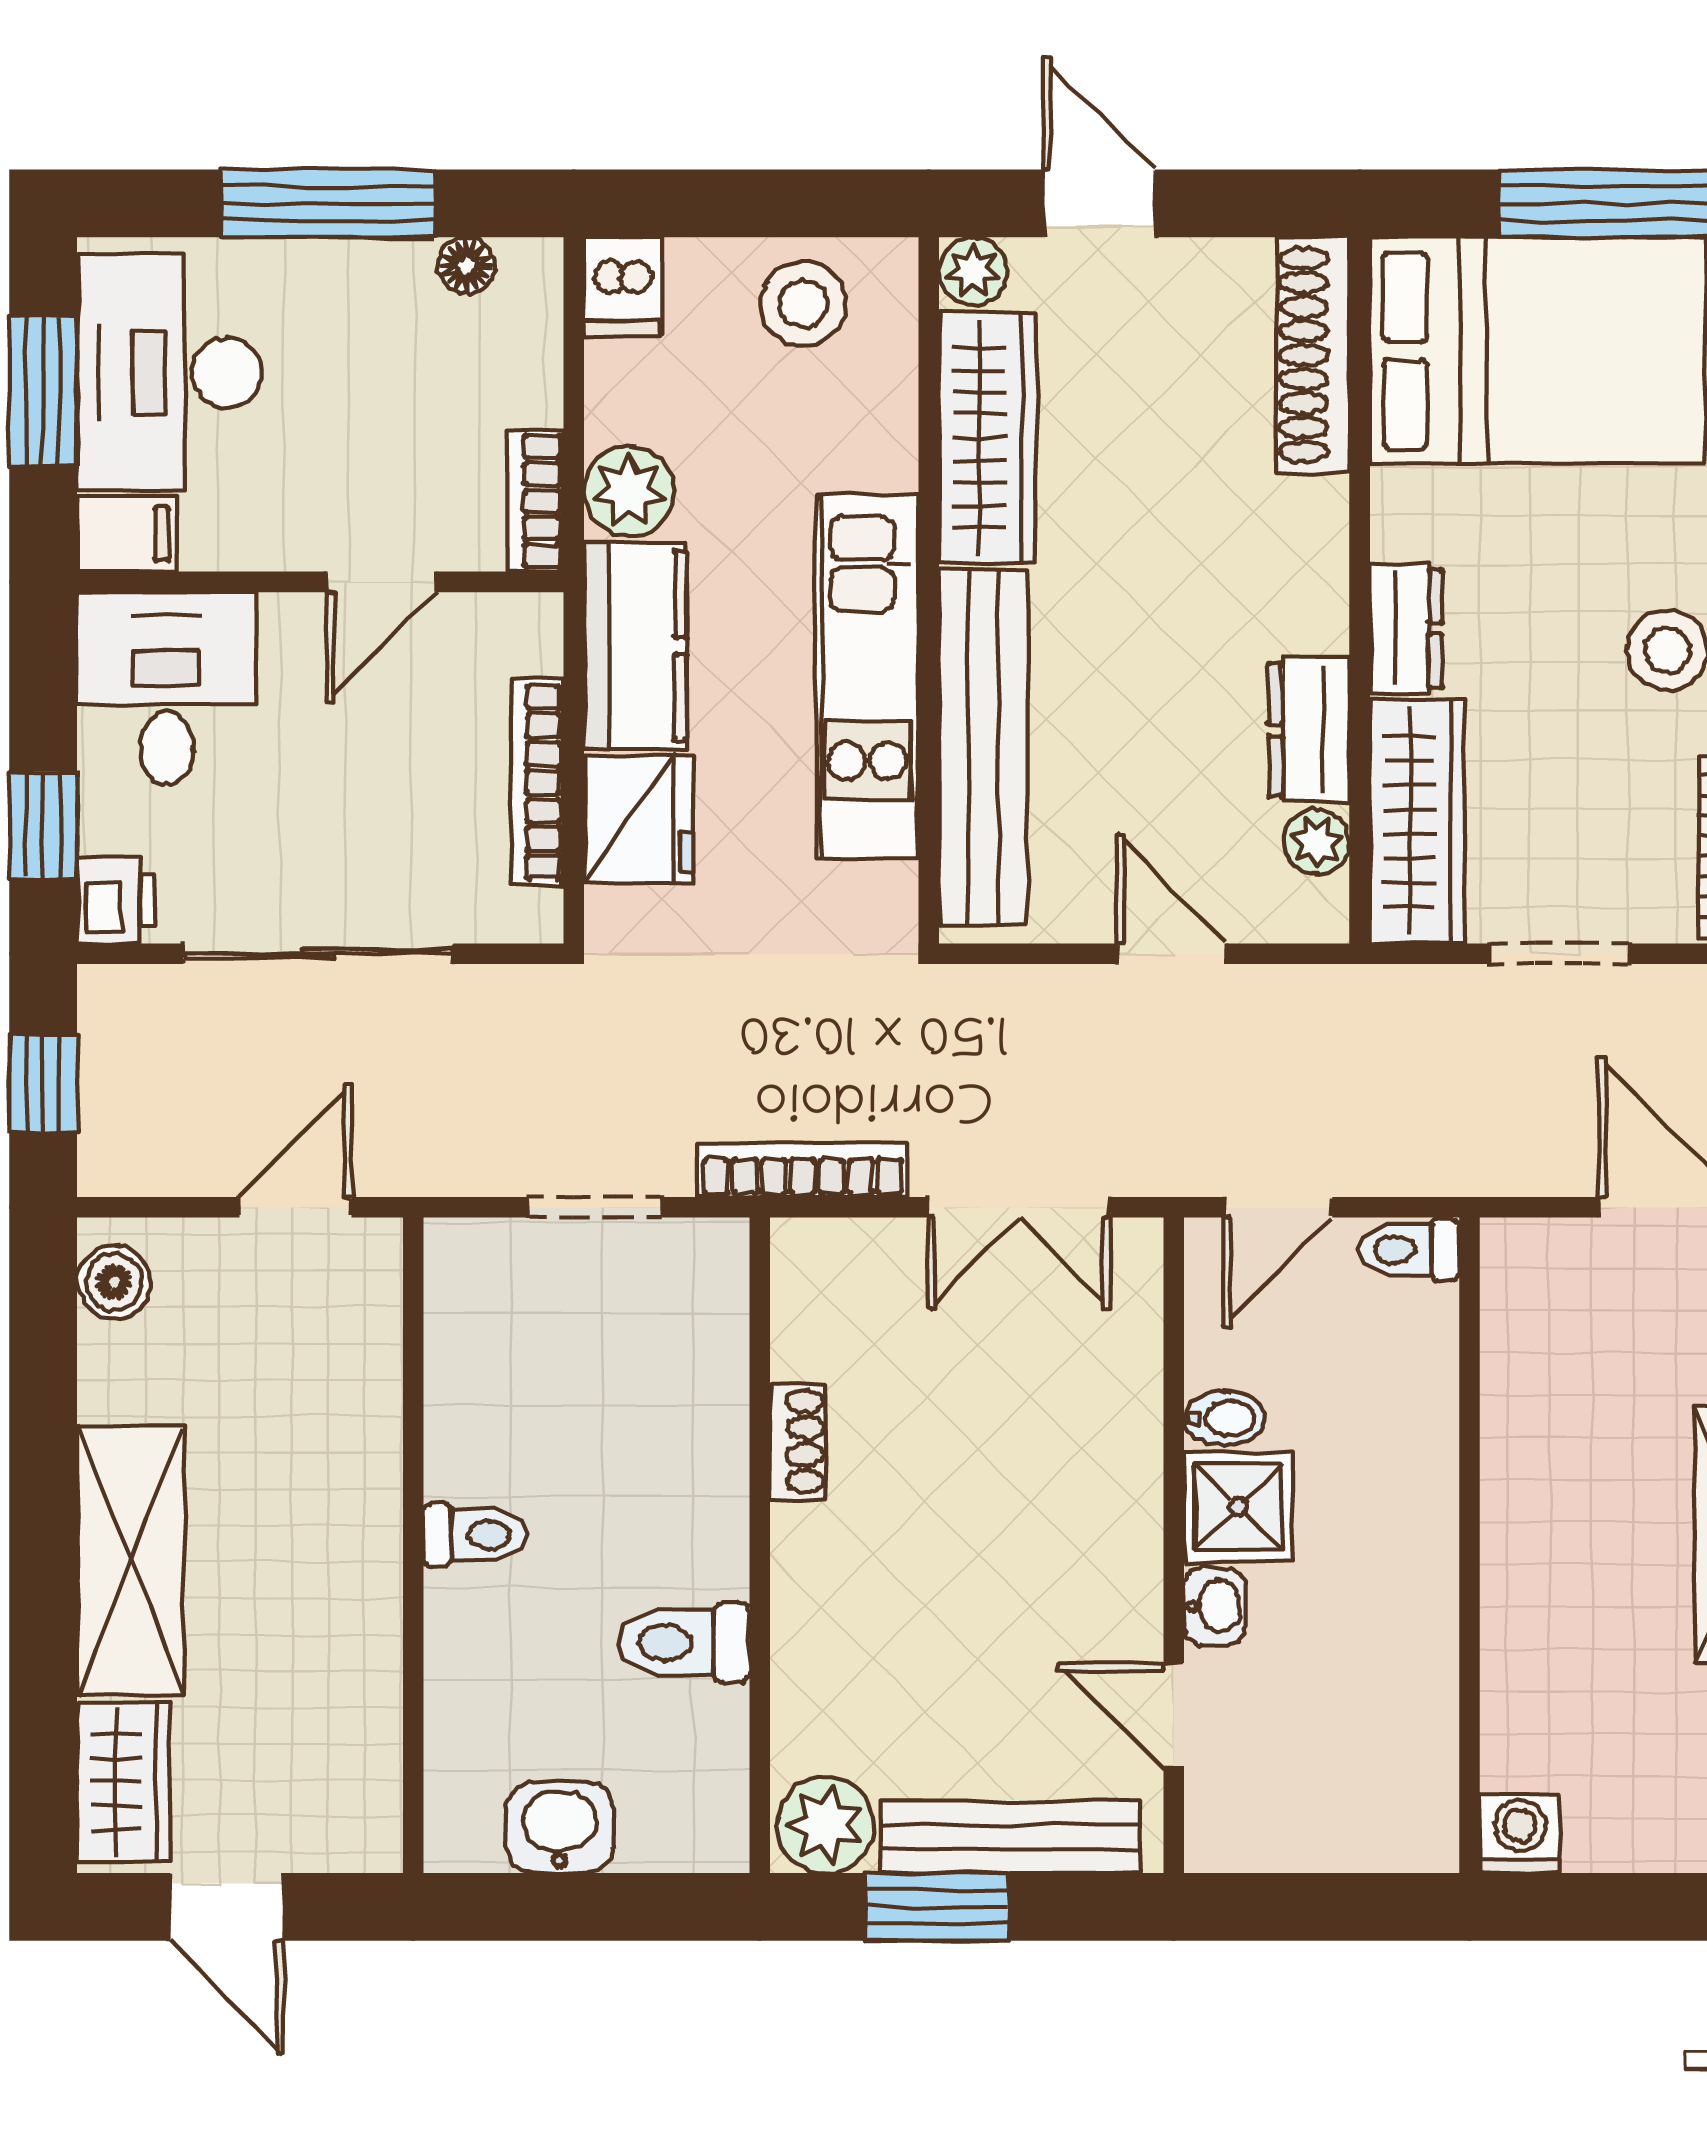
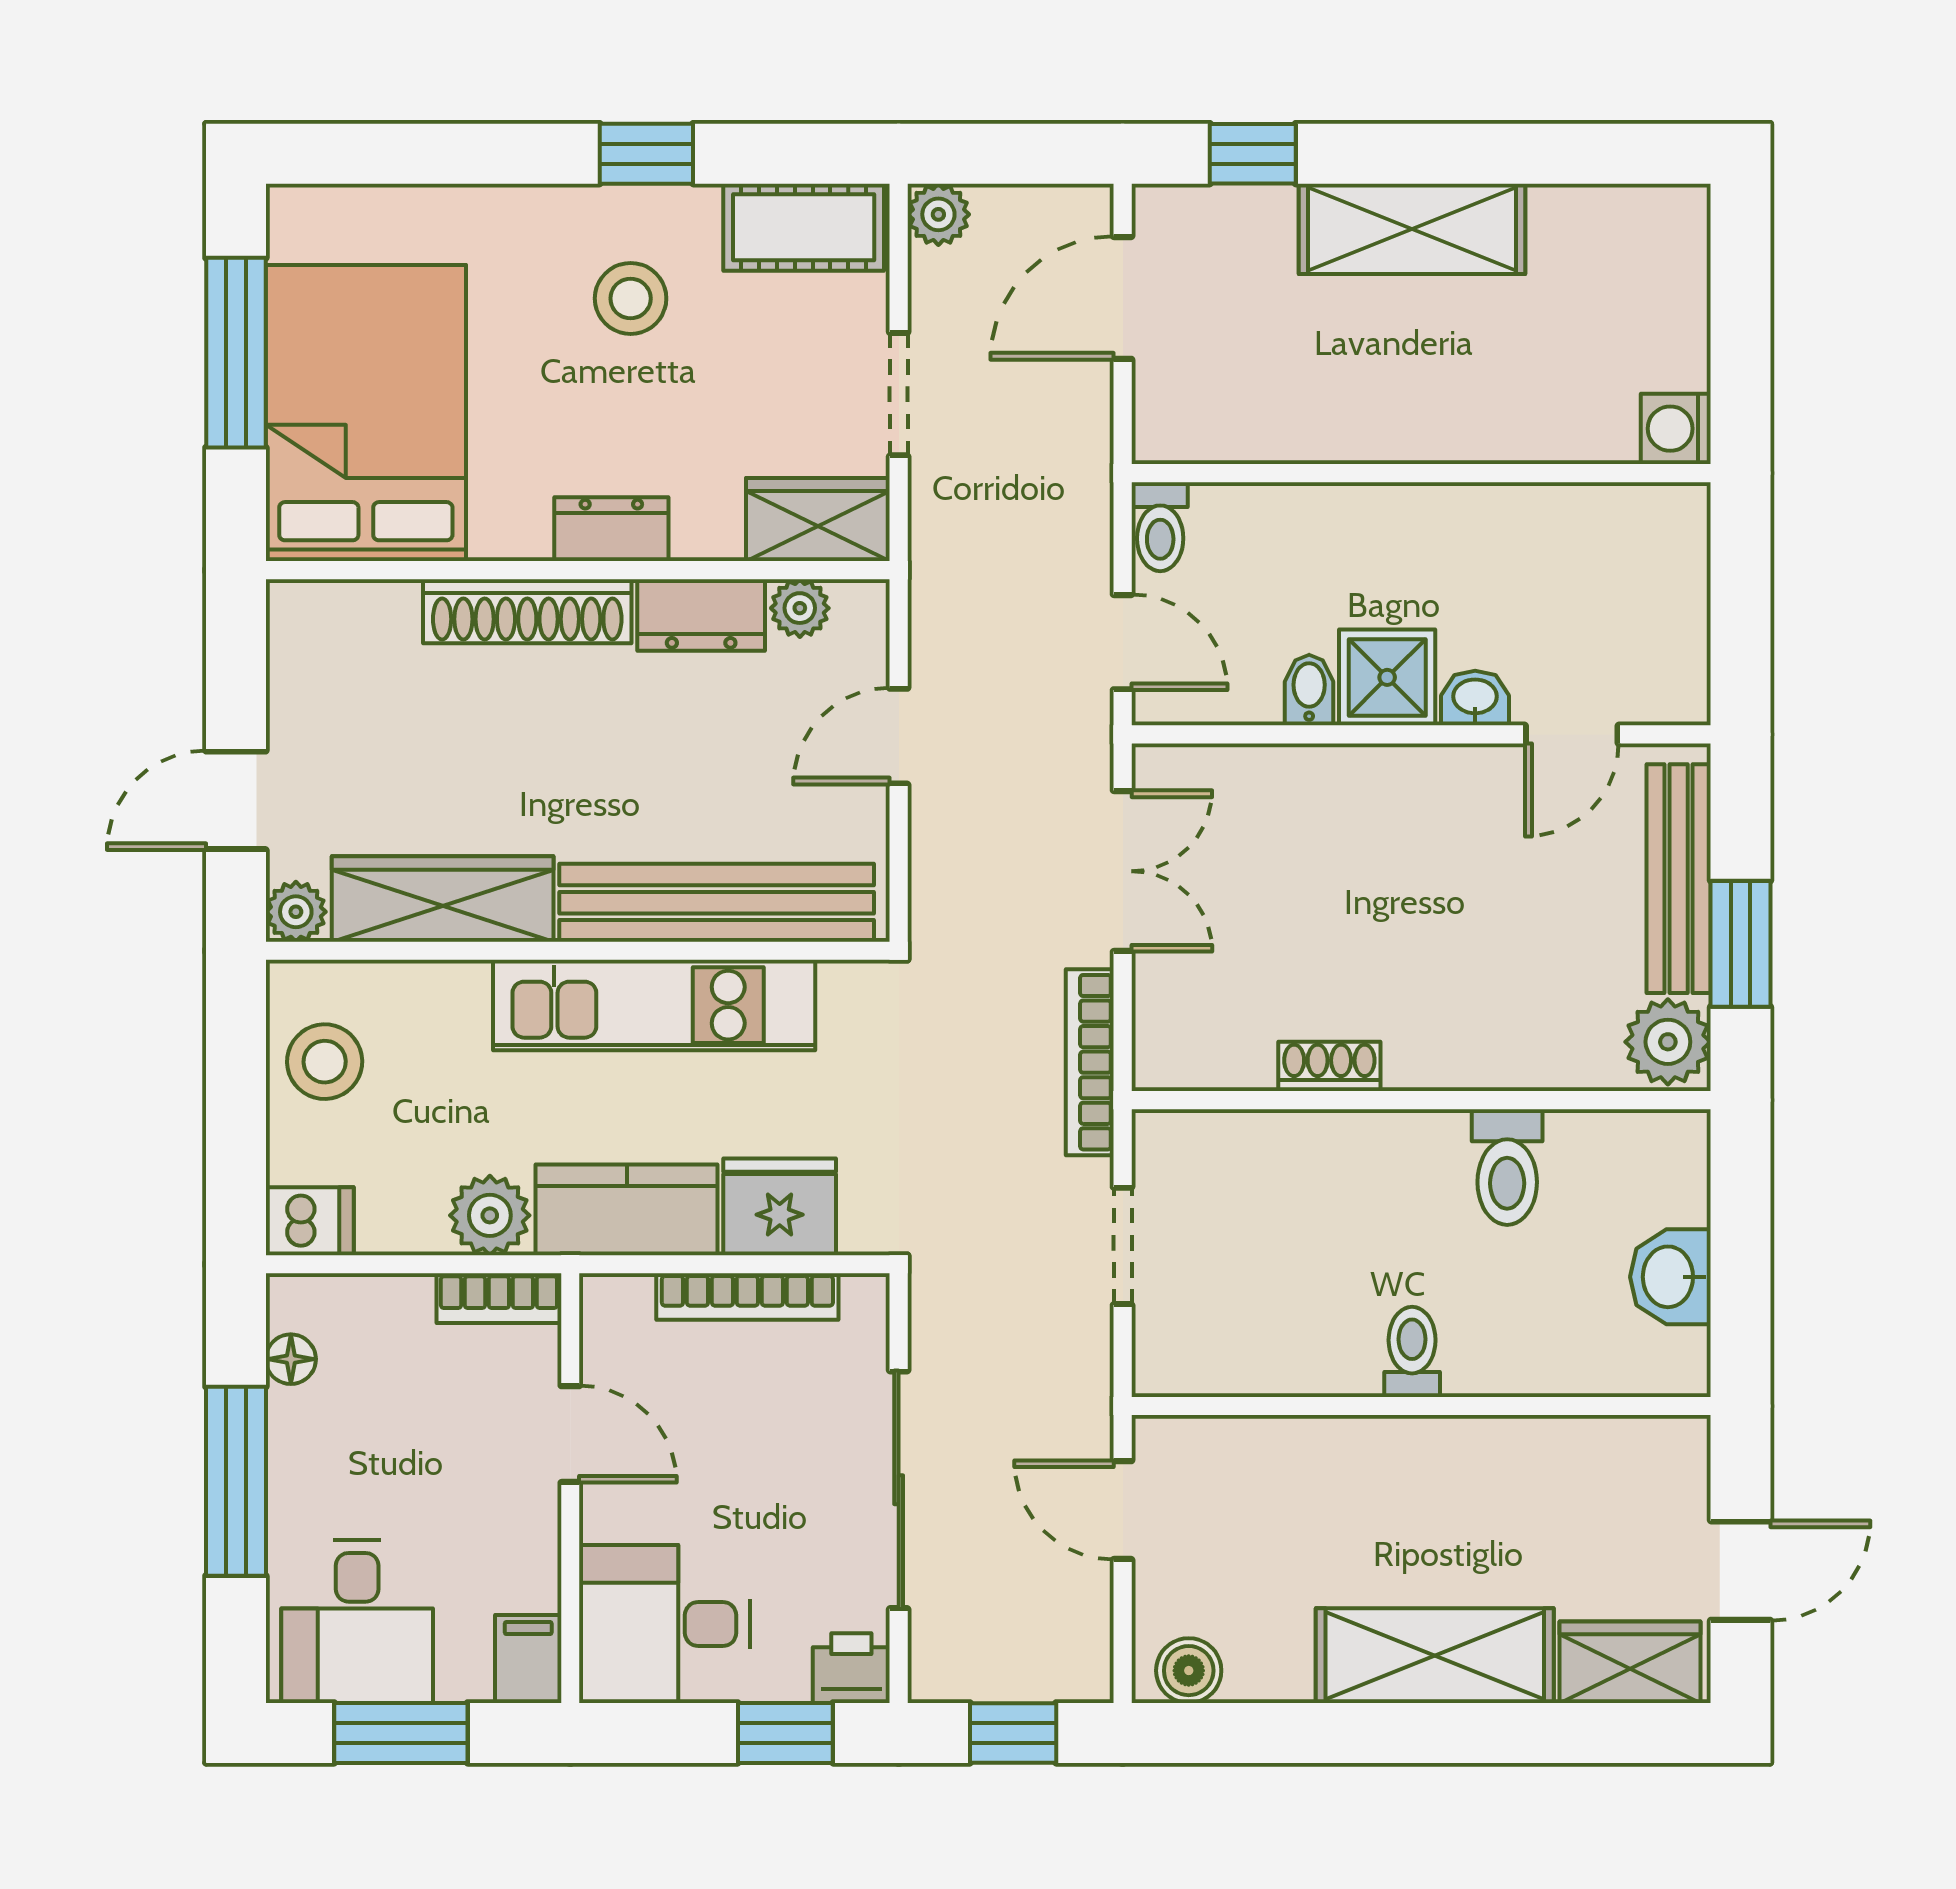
shoe rack: (1313, 355) -> (527, 611), moved
desk: (169, 372) -> (357, 1621), width x0.73
wardrobe: (1417, 822) -> (818, 520), width x0.67

